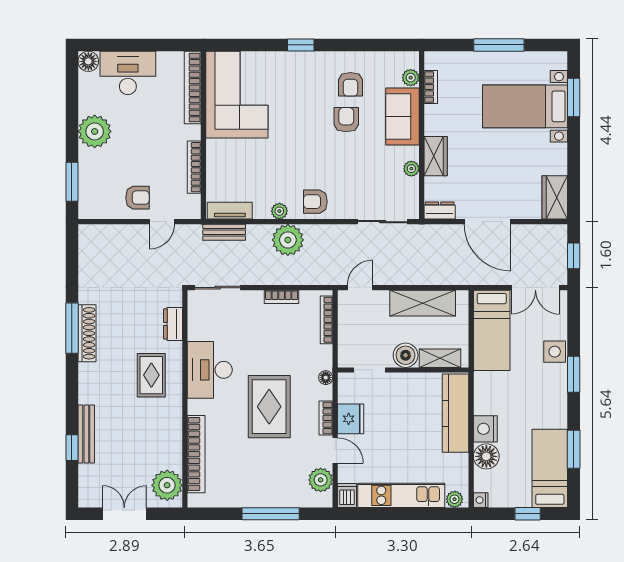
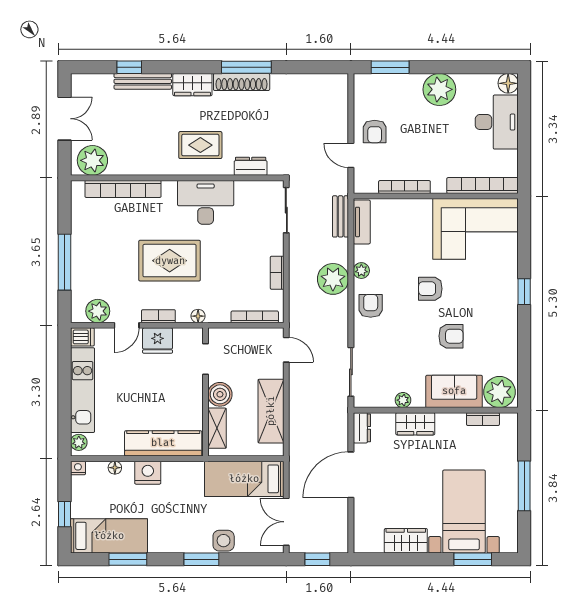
plant: (411, 78) -> (499, 392), width x1.88, depth x1.88
armchair: (350, 84) -> (430, 289), moved
wardrobe: (555, 197) -> (406, 541), moved
wardrobe: (90, 383) -> (192, 85), added
floor lamp: (486, 456) -> (115, 468), width x0.53, depth x0.53

